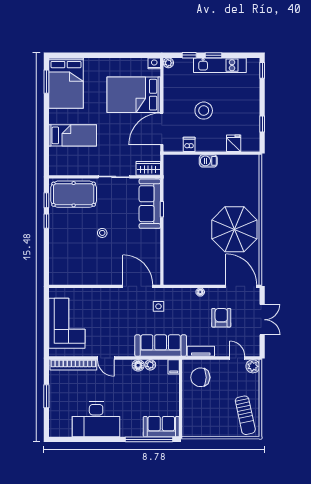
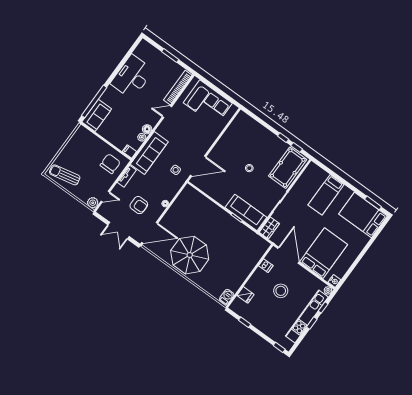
kitchen unit: (220, 65) -> (307, 316), width x1.36
barbecue: (208, 161) -> (227, 297), moved

